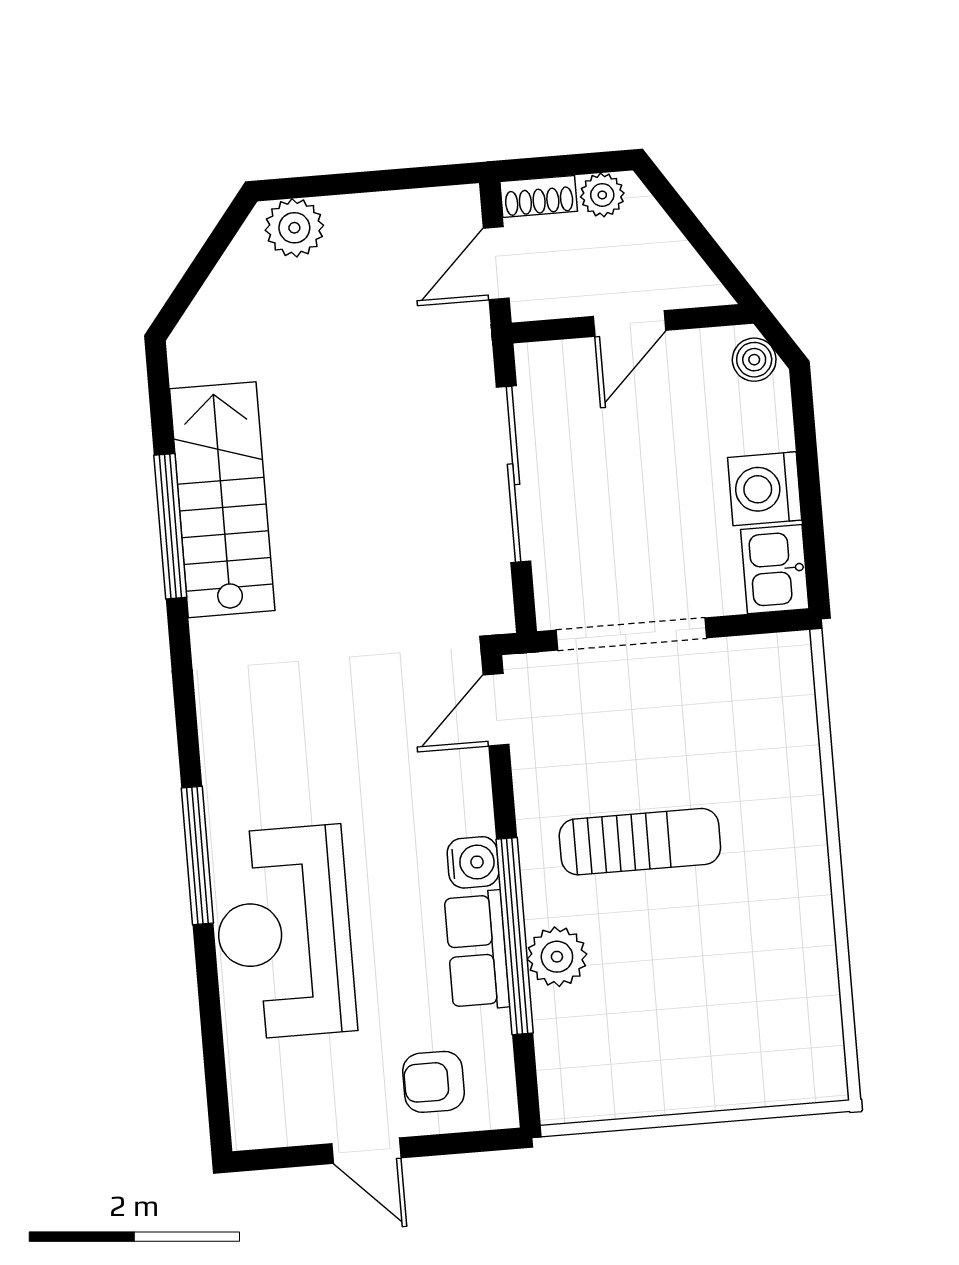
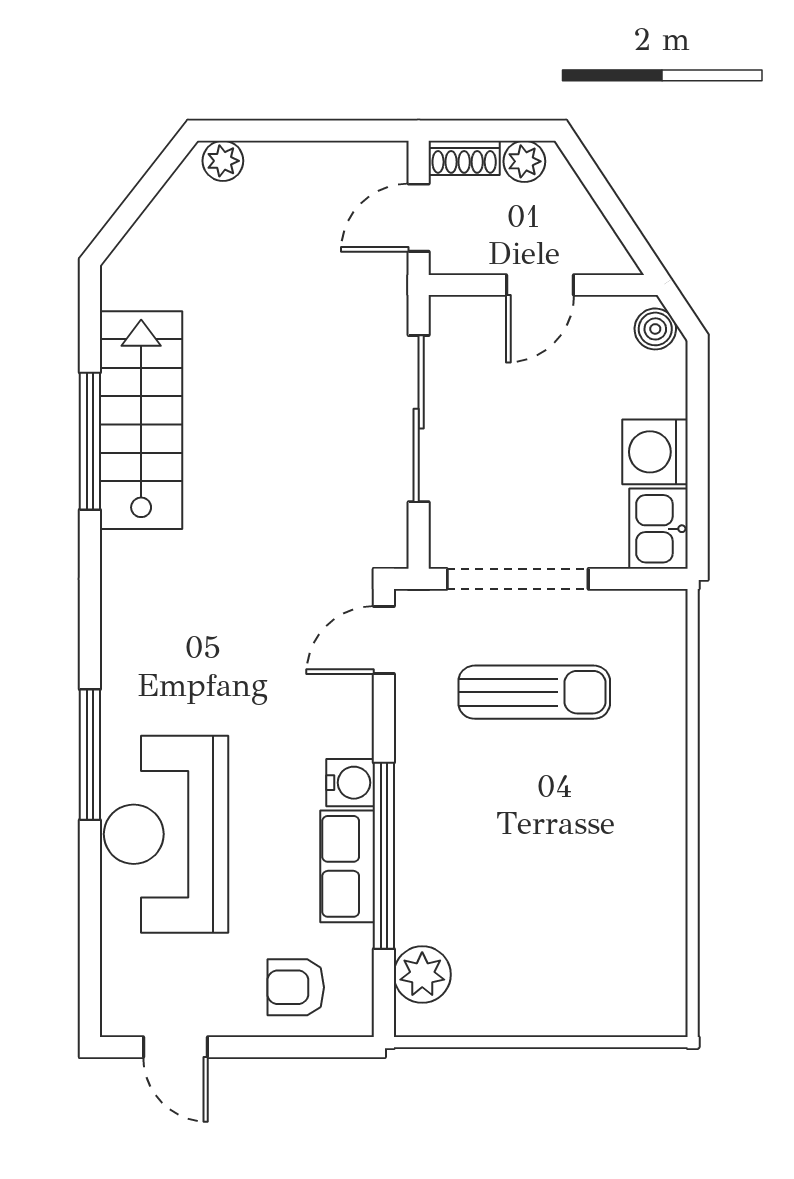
plant: (294, 228) -> (223, 161), width x0.73, depth x0.73
sun lounger: (640, 842) -> (534, 692), moved
plant: (557, 957) -> (422, 975), moved
door: (366, 1151) -> (175, 1047), moved

